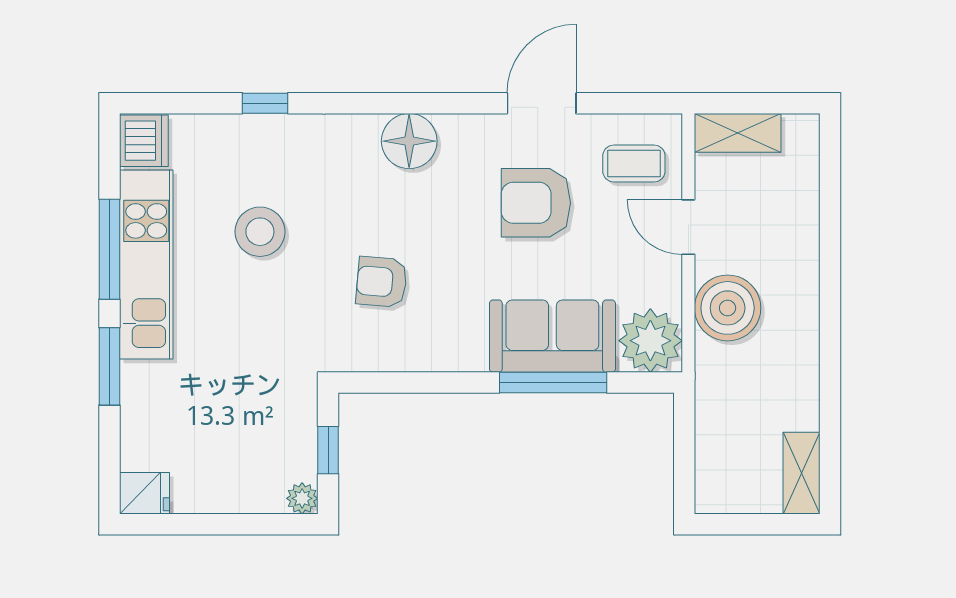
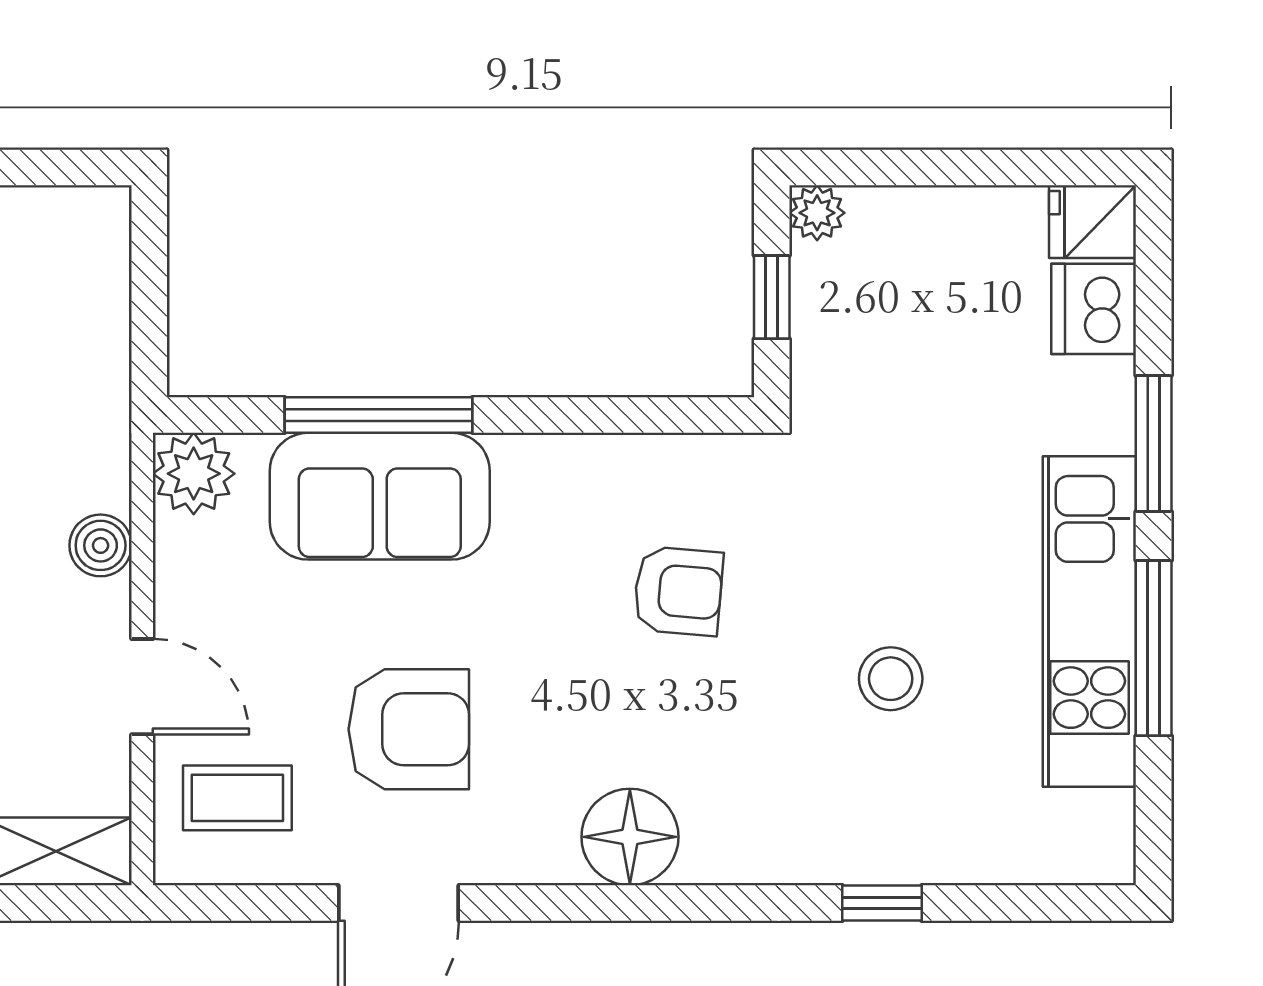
dishwasher: (144, 141) -> (1094, 309), moved
stool: (260, 232) -> (891, 679), width x0.73, depth x0.73
boiler: (728, 308) -> (101, 545), width x0.54, depth x0.54
plant: (650, 341) -> (194, 474), width x0.73, depth x0.73

